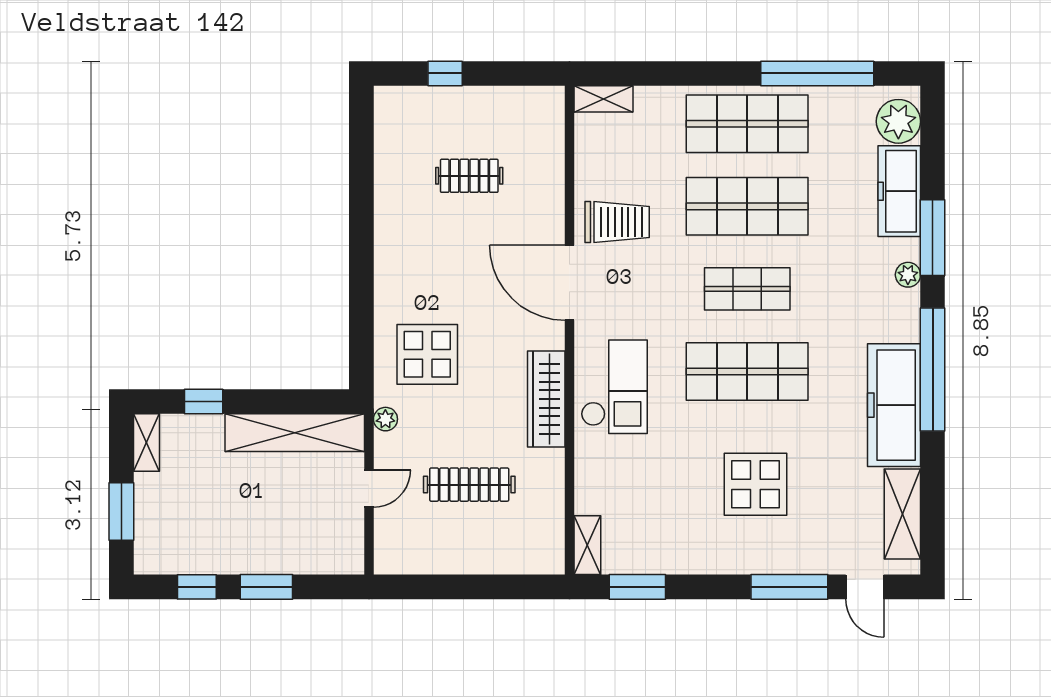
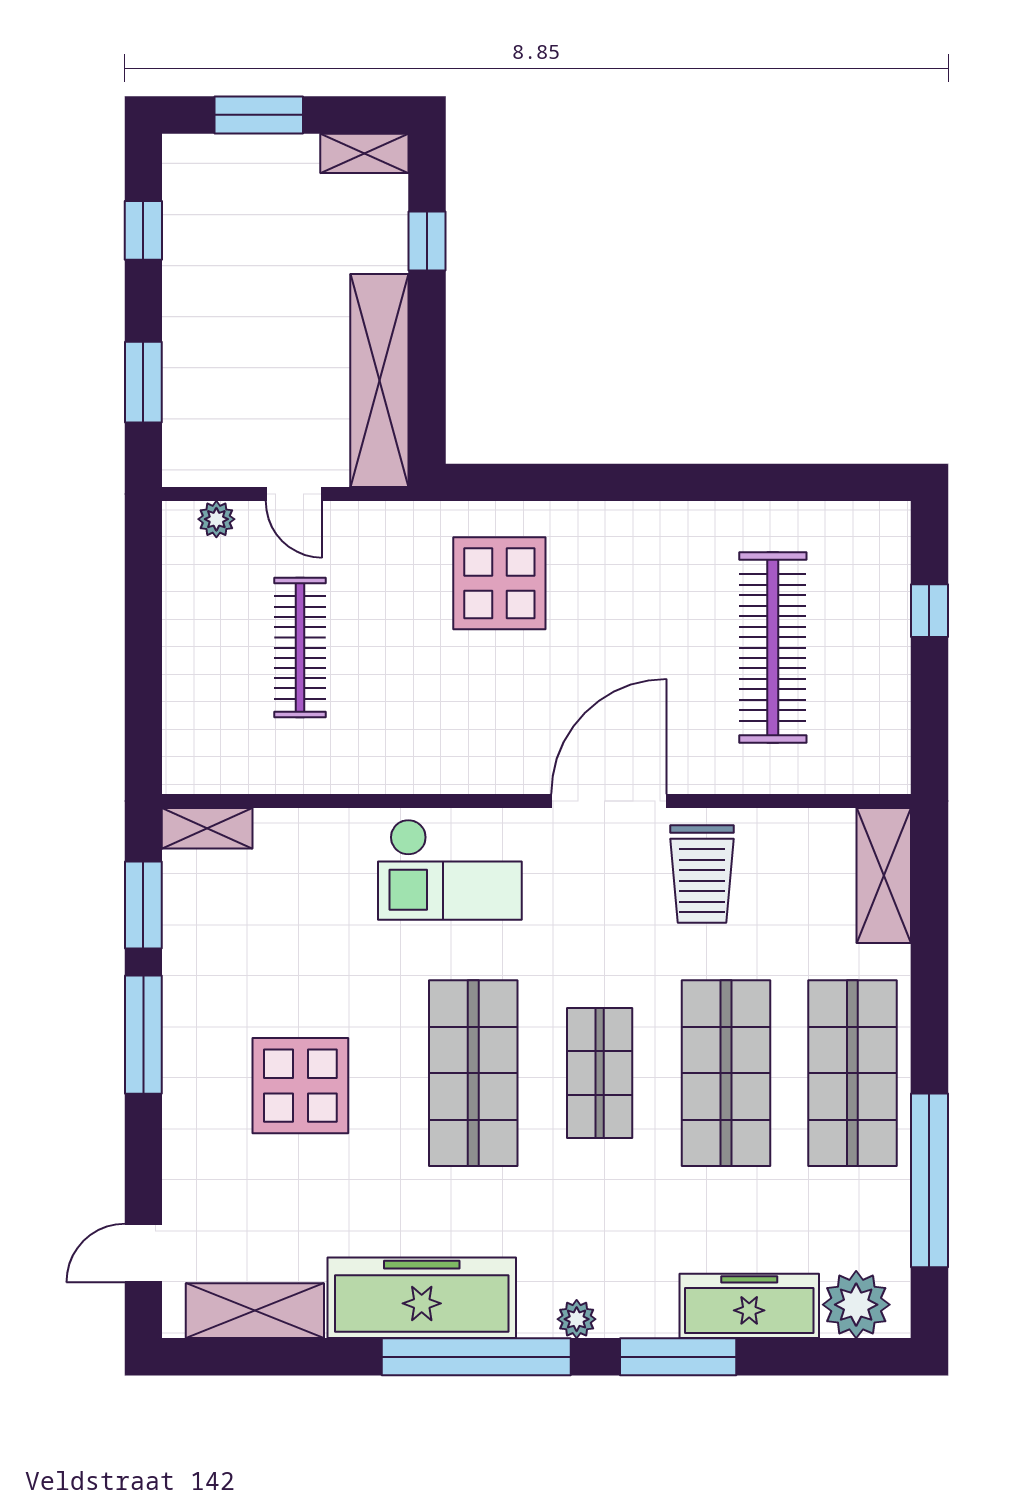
shelving: (604, 99) -> (884, 876), width x1.50, depth x1.33
clothes rail: (469, 176) -> (773, 648), width x1.86, depth x1.31
plant: (908, 275) -> (577, 1319), moved
wardrobe: (546, 399) -> (431, 765), removed
plant: (385, 419) -> (216, 519), moved
window: (266, 587) -> (143, 382), moved
window: (789, 587) -> (143, 1035), moved

